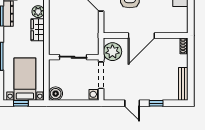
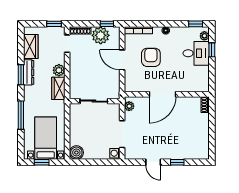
plant: (112, 52) -> (129, 106), width x0.53, depth x0.53
sliding door: (73, 57) -> (94, 101), moved
wall: (74, 57) -> (95, 101), moved
bench: (183, 84) -> (204, 143), removed

